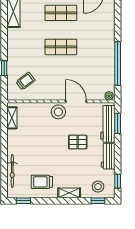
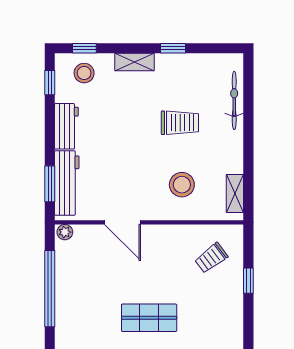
stool: (58, 112) -> (182, 185), moved
pallet: (78, 142) -> (120, 151), removed
trolley: (42, 182) -> (180, 123), moved
window: (23, 201) -> (173, 48), moved

